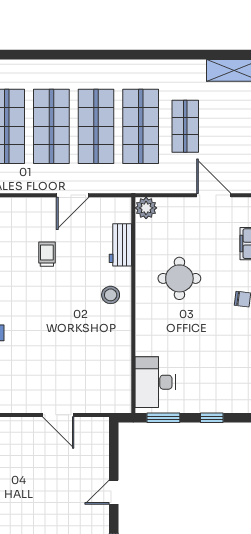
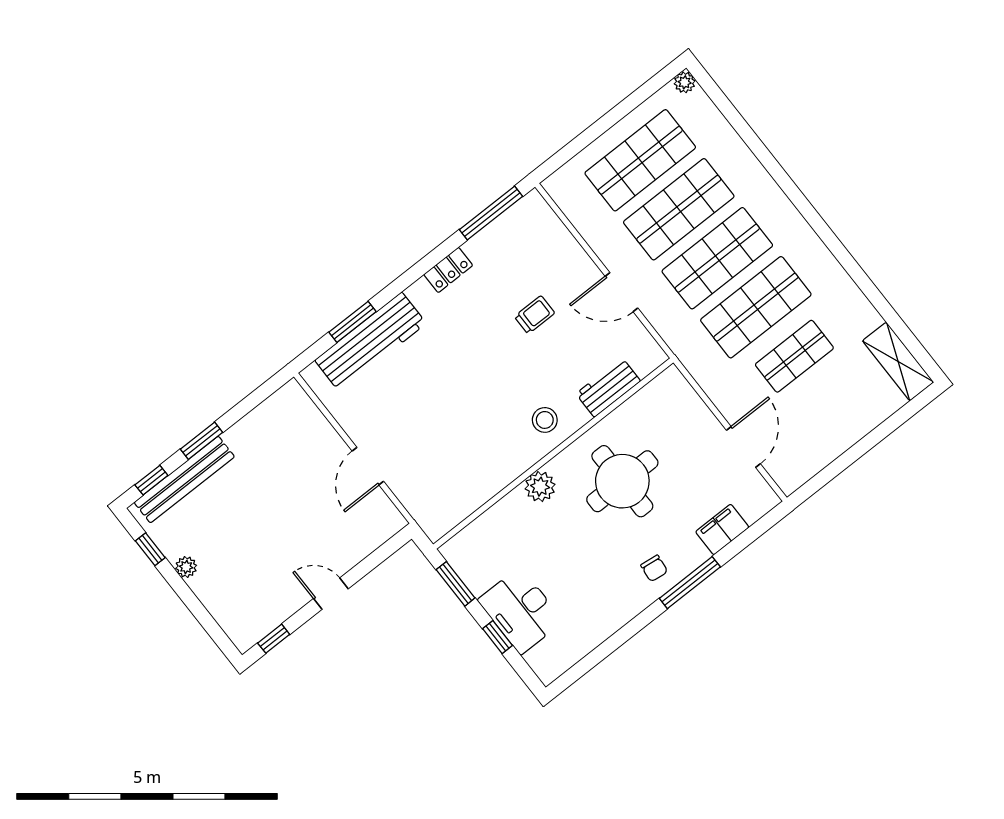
plant: (146, 208) -> (540, 487), moved
round table: (179, 278) -> (622, 481), width x1.36, depth x1.36
desk: (155, 382) -> (520, 611), moved, turned -90

